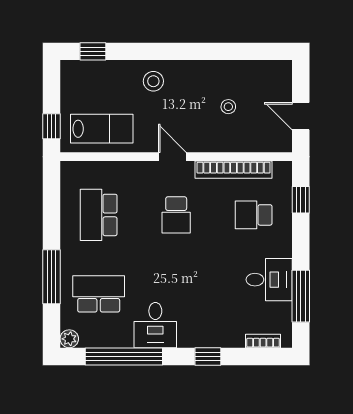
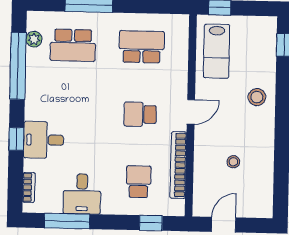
school desk: (99, 294) -> (73, 45), turned 90
desk: (155, 325) -> (44, 140), moved
plant: (69, 339) -> (34, 39), moved

